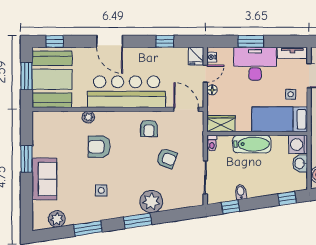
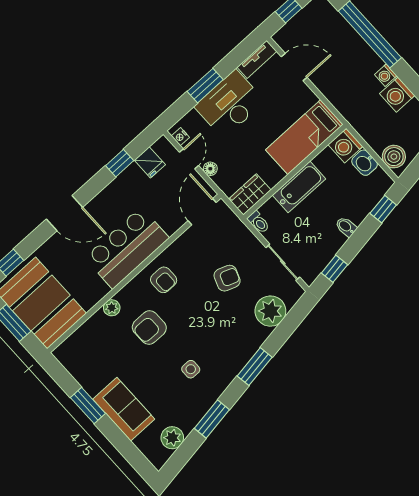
fridge: (196, 56) -> (150, 162), moved
bar counter: (127, 92) -> (127, 248), width x0.73
side table: (291, 94) -> (293, 102), removed
door: (186, 109) -> (202, 212), hinge flipped
armchair: (149, 128) -> (164, 280), moved
bidet: (241, 192) -> (346, 227), moved
plant: (151, 202) -> (270, 311), moved

